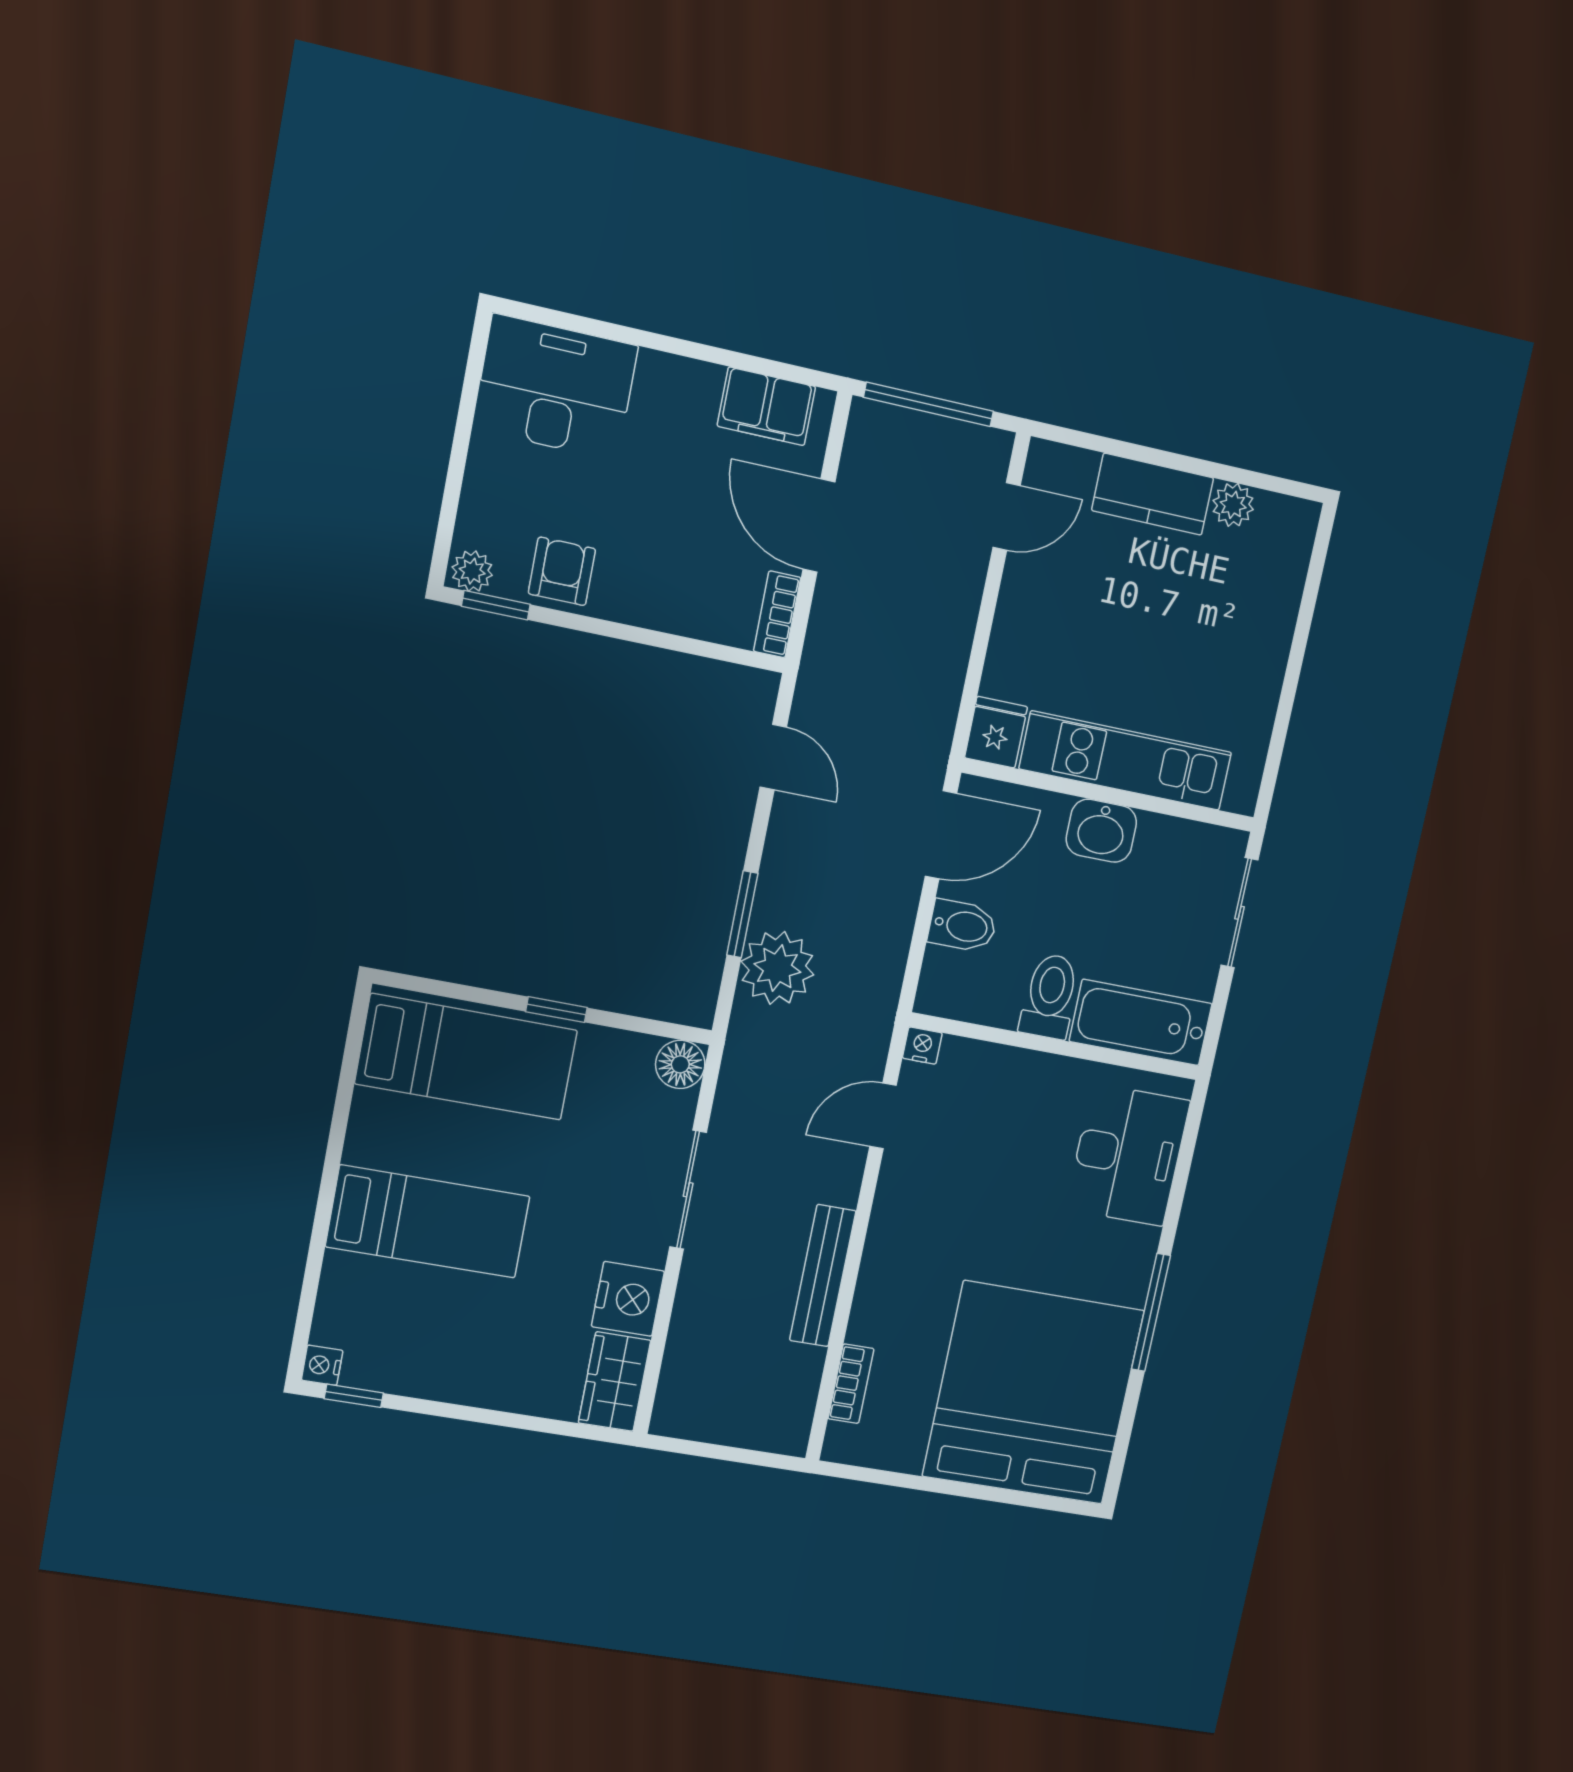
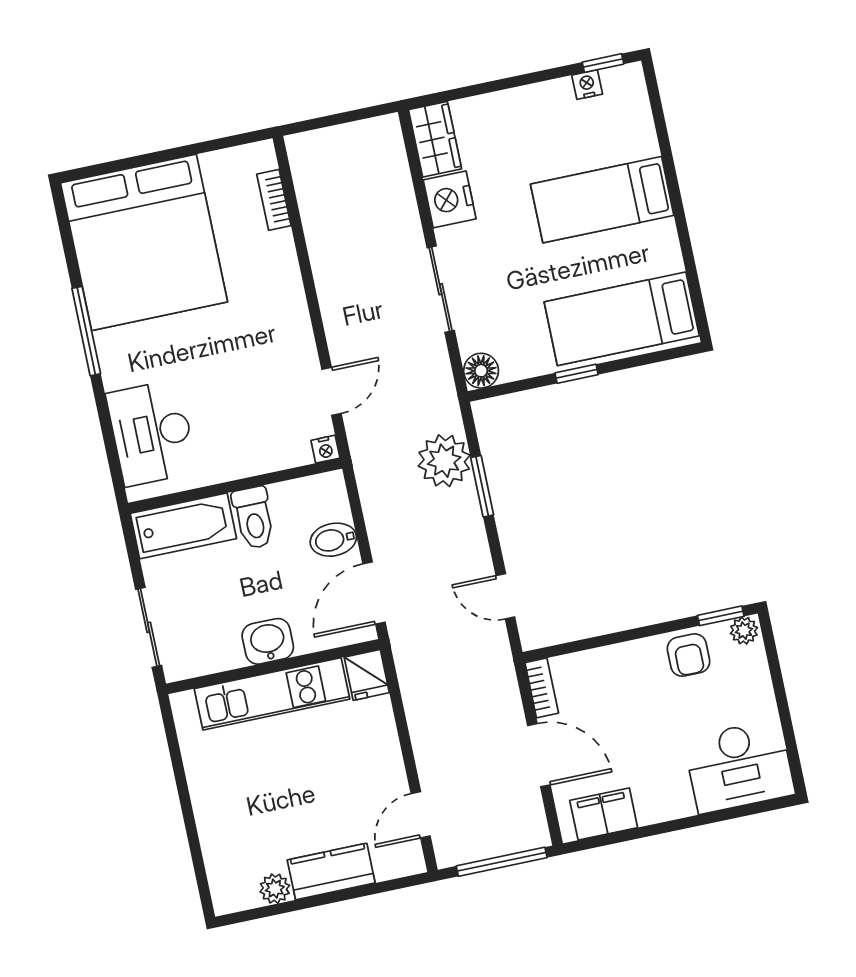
bench: (823, 1276) -> (325, 267), removed
nightstand: (322, 1365) -> (587, 85), moved, turned -90

